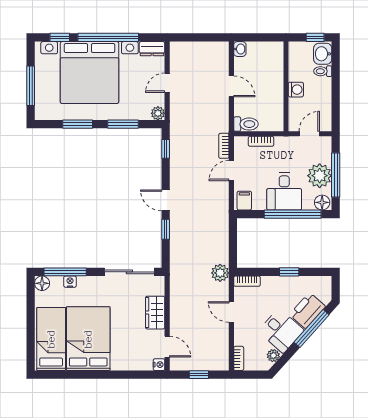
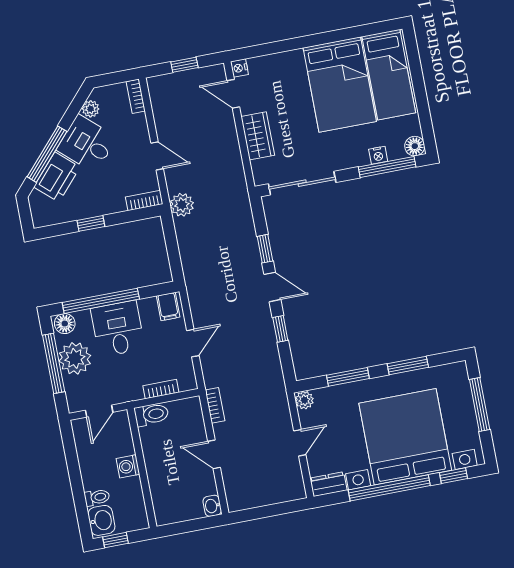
toilet: (246, 124) -> (152, 415), moved, turned 180
bookcase: (224, 146) -> (215, 405), moved
window: (166, 149) -> (280, 329), moved

